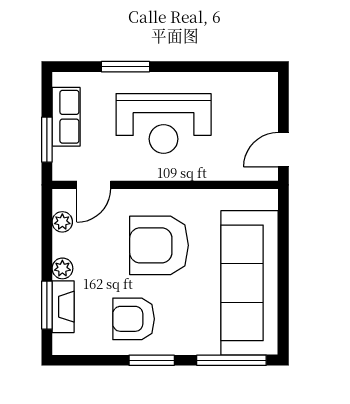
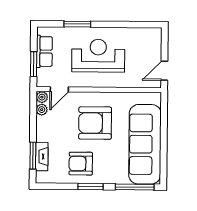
reception desk: (164, 123) -> (98, 56), turned 180
plant: (62, 268) -> (42, 97), moved

